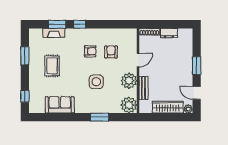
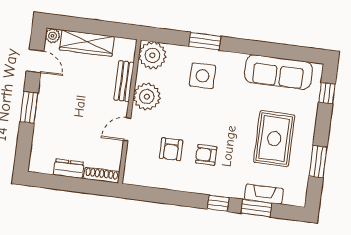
rug: (52, 66) -> (274, 139), width x1.36, depth x1.43
side table: (96, 82) -> (203, 76), moved
sofa: (60, 105) -> (278, 72), width x1.36

